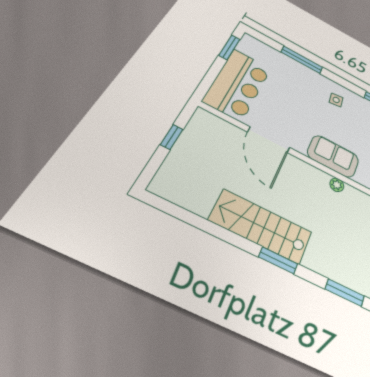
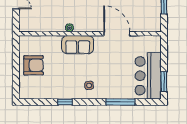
bar counter: (238, 84) -> (148, 76), moved

